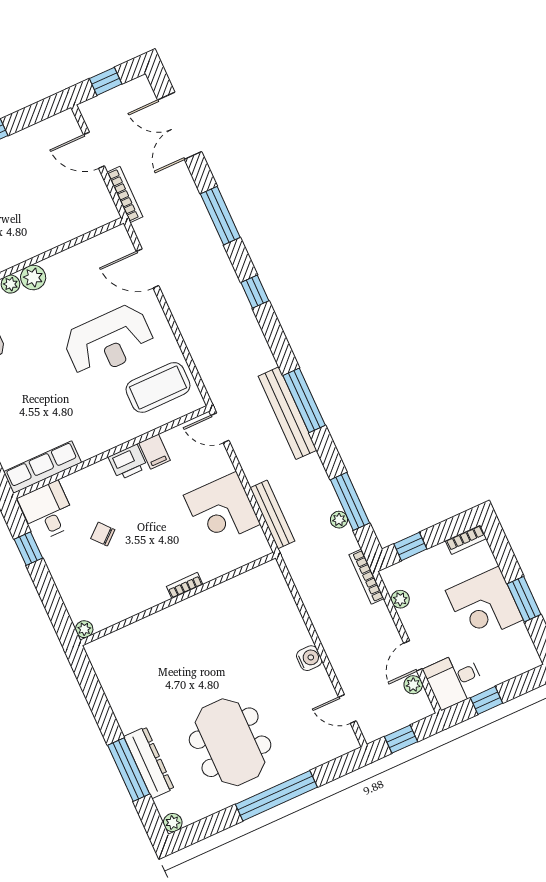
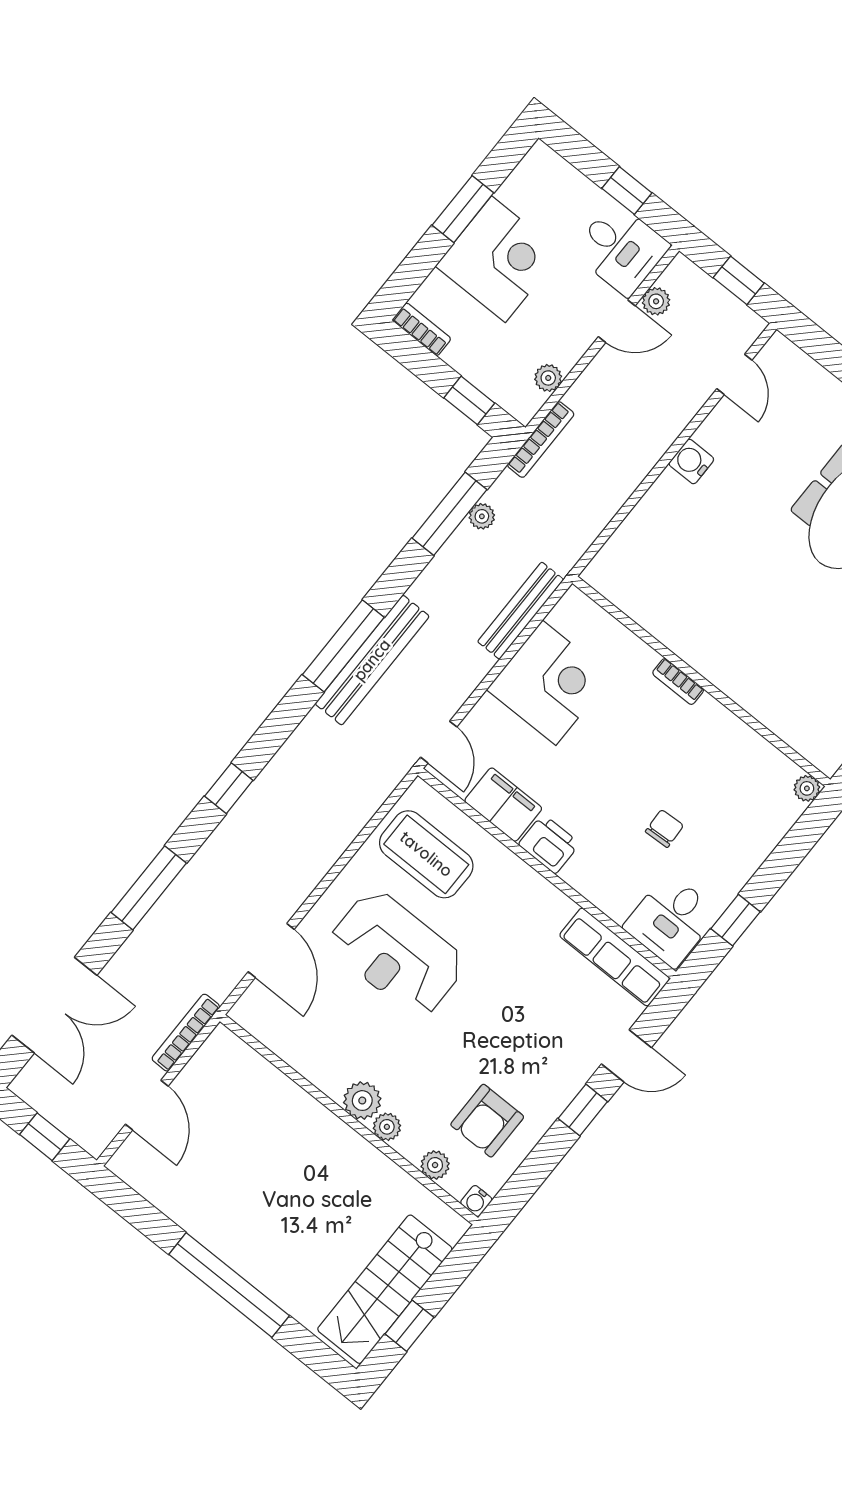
reception desk: (109, 341) -> (397, 953), turned 180
filing cabinet: (154, 452) -> (503, 805), width x2.00
chair: (103, 534) -> (664, 829), turned -142

